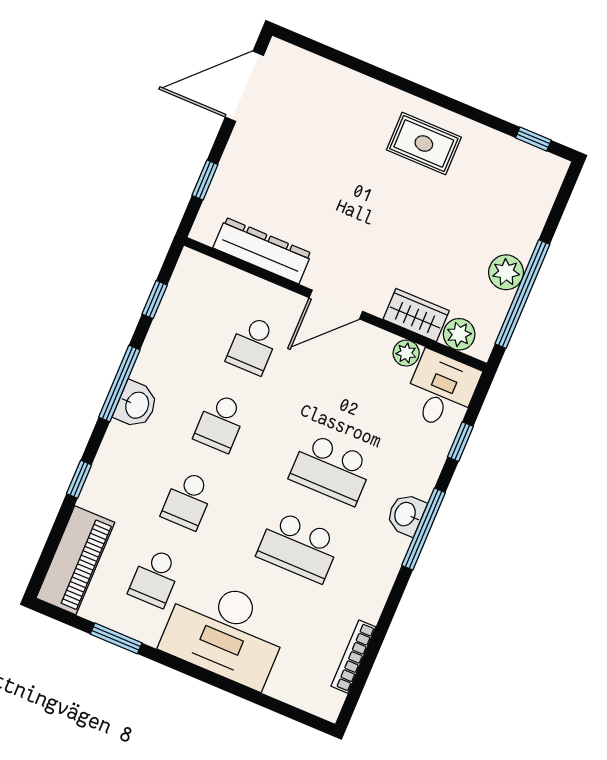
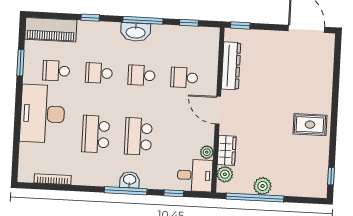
rug: (424, 143) -> (310, 125), turned 90
window: (205, 180) -> (240, 25), moved
washbasin: (136, 405) -> (136, 32), width x1.38

